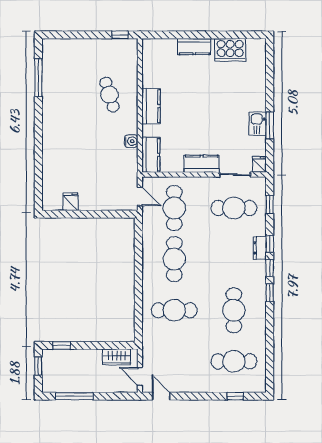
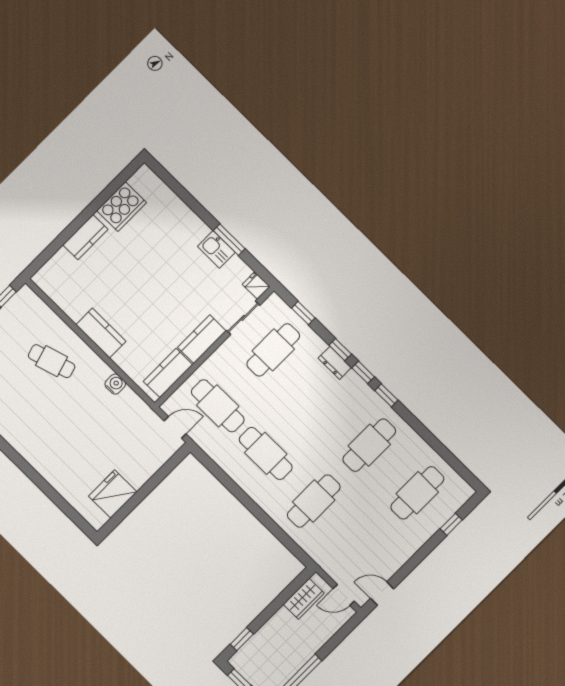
kitchen counter: (151, 155) -> (168, 373), moved, turned -90
fridge: (71, 202) -> (113, 494), width x1.88, depth x1.34
cafe table: (234, 310) -> (369, 445), turned 90

